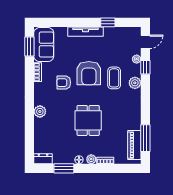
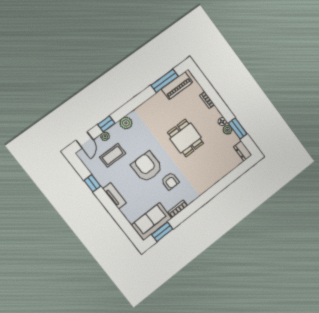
tv unit: (85, 32) -> (115, 196), width x0.71
door: (145, 42) -> (85, 140), swing flipped
armchair: (89, 73) -> (147, 167), turned -90
coffee table: (114, 78) -> (113, 155), moved
plant: (40, 111) -> (208, 182), removed
dining table: (88, 120) -> (186, 138), turned 90
plant: (91, 159) -> (227, 130), moved

